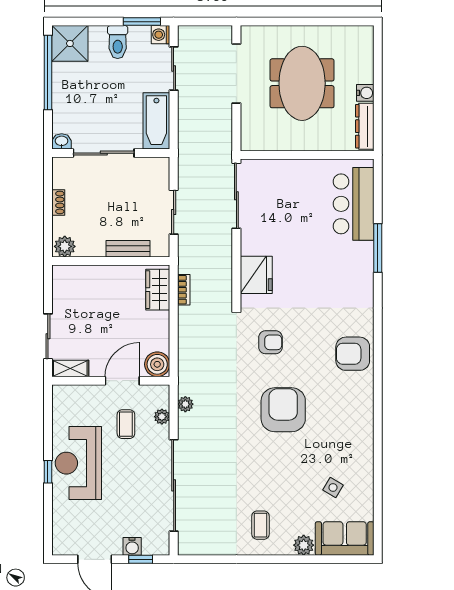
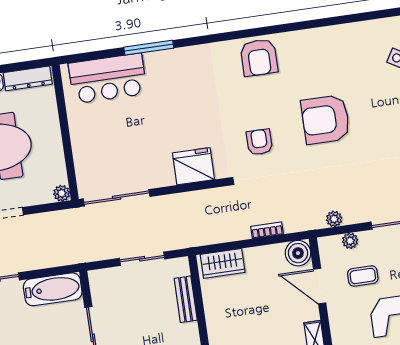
plant: (248, 143) -> (62, 193), added
bookcase: (184, 290) -> (267, 230), moved

